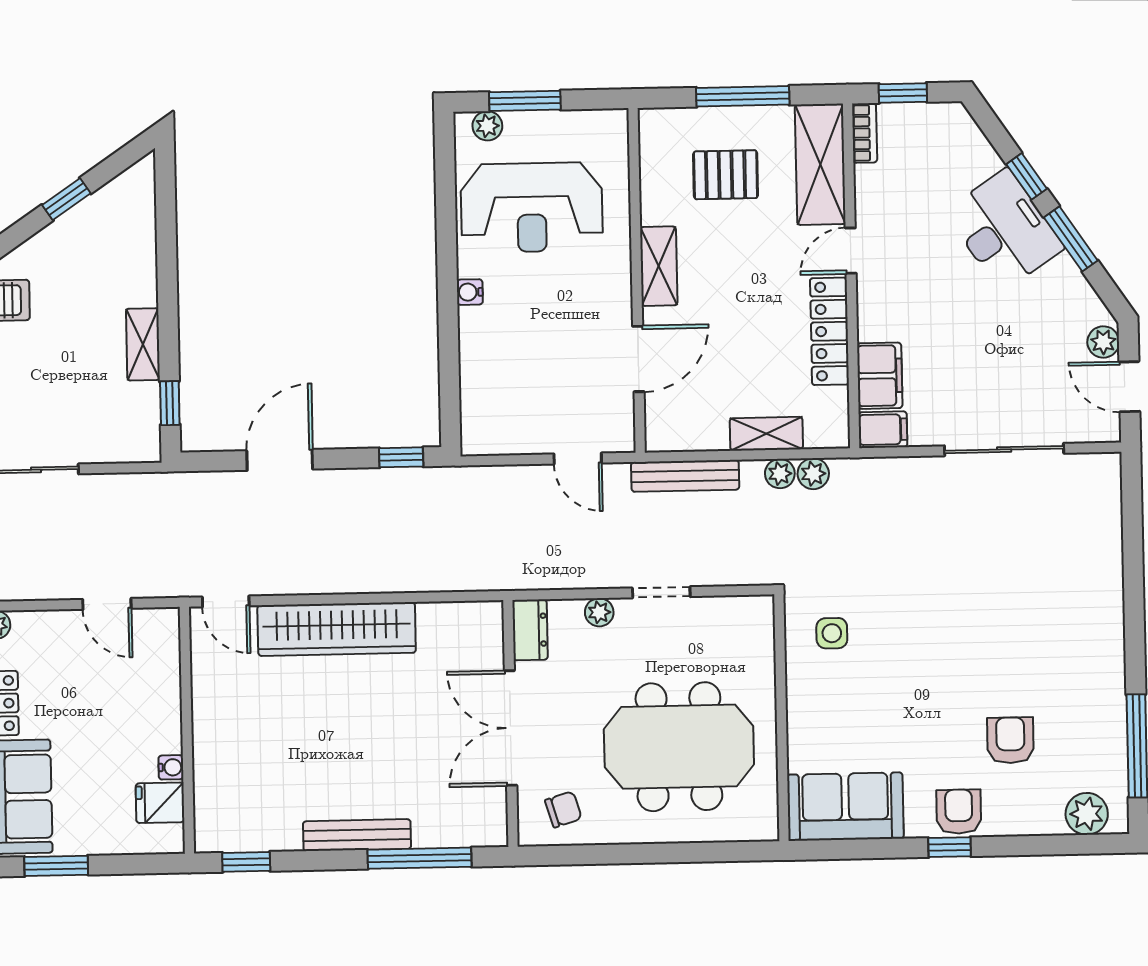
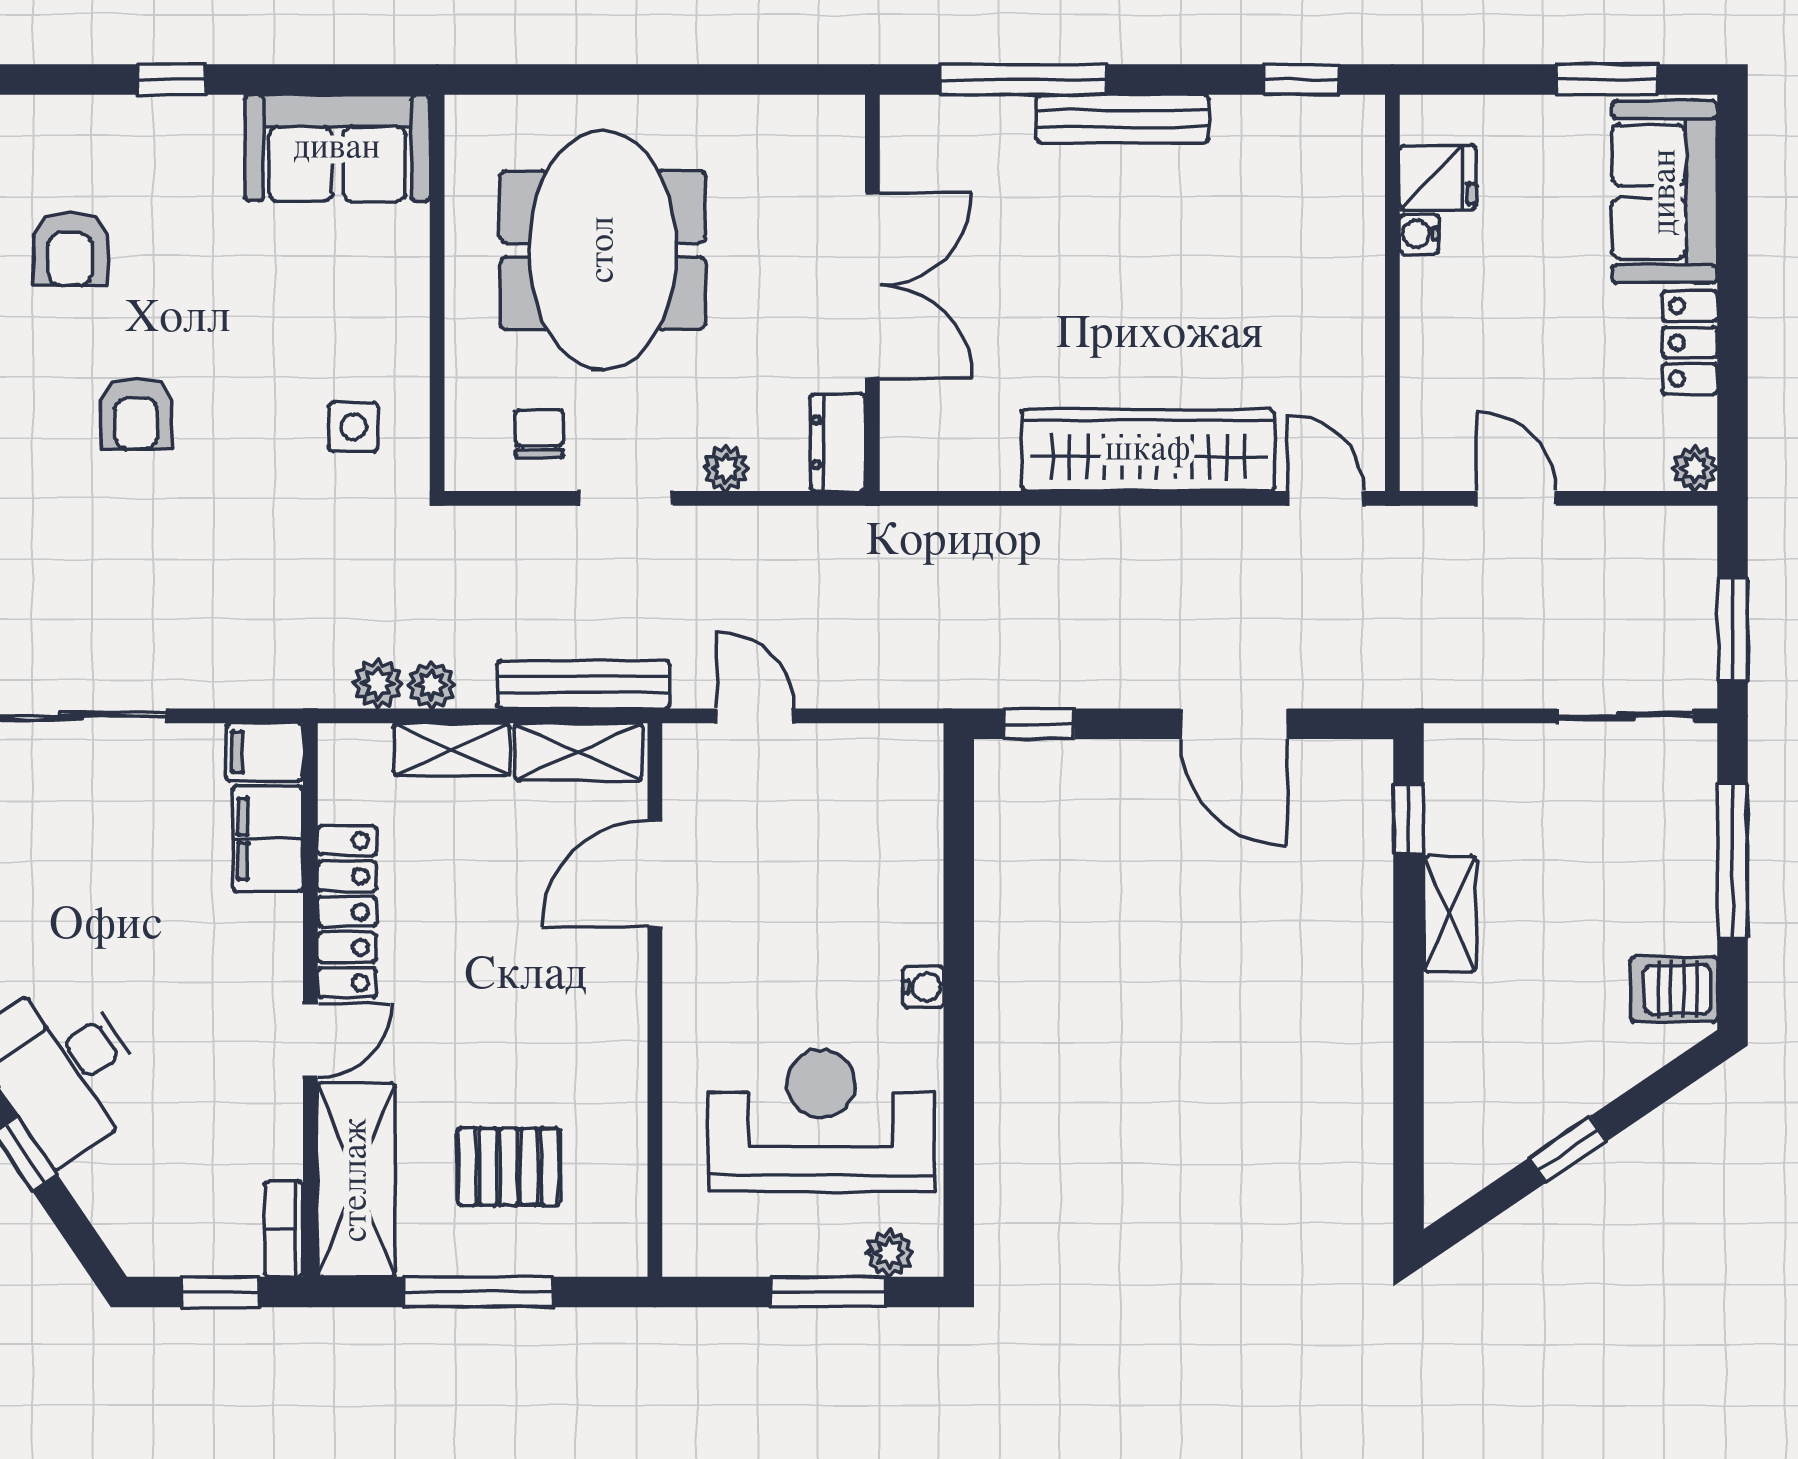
shelving: (659, 266) -> (578, 752), moved, turned 90
door: (280, 460) -> (1234, 724), hinge flipped
meeting table: (679, 747) -> (603, 250), turned 90
chair: (563, 809) -> (539, 434), moved, turned 107
armchair: (959, 812) -> (136, 414), moved

